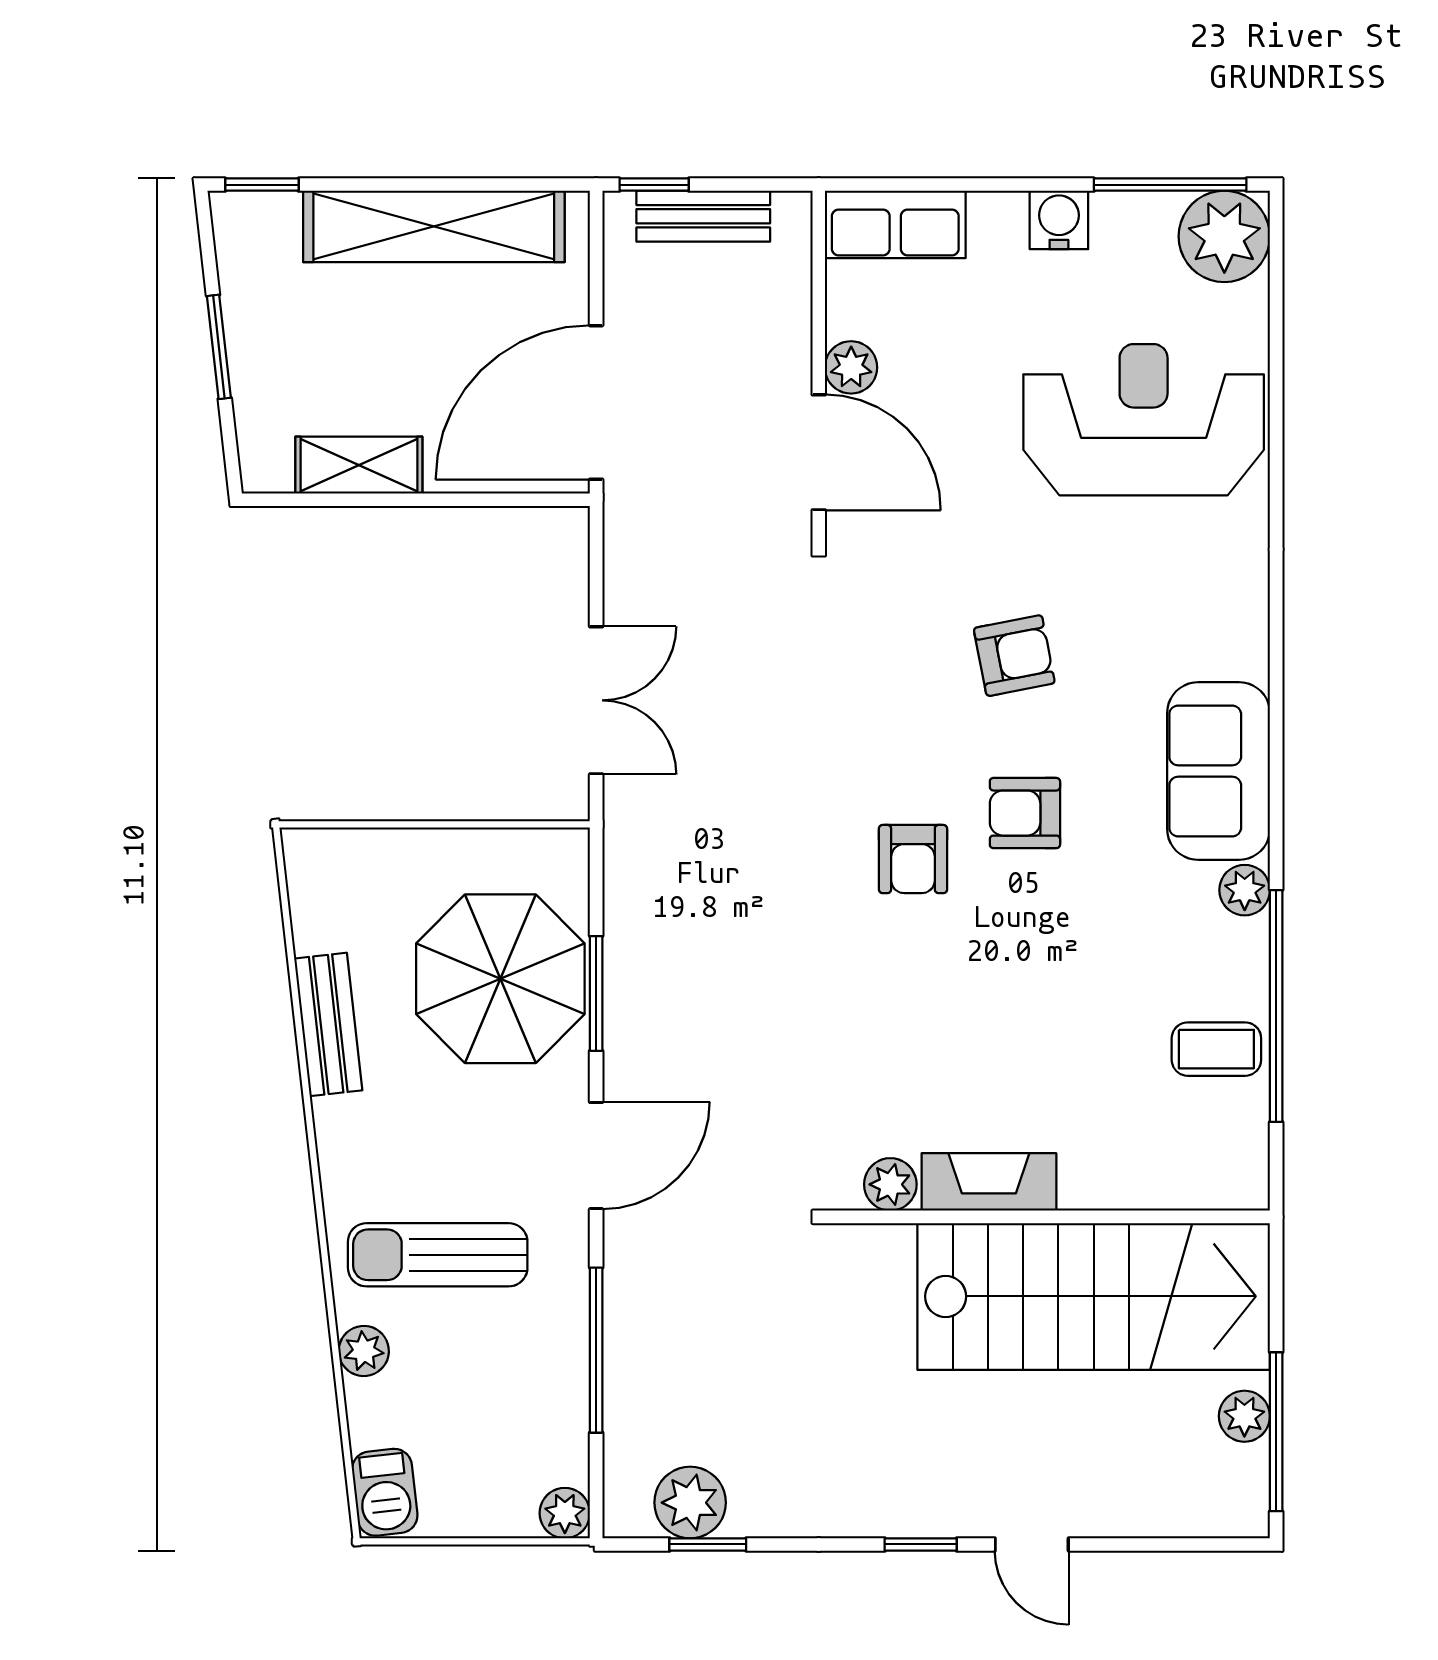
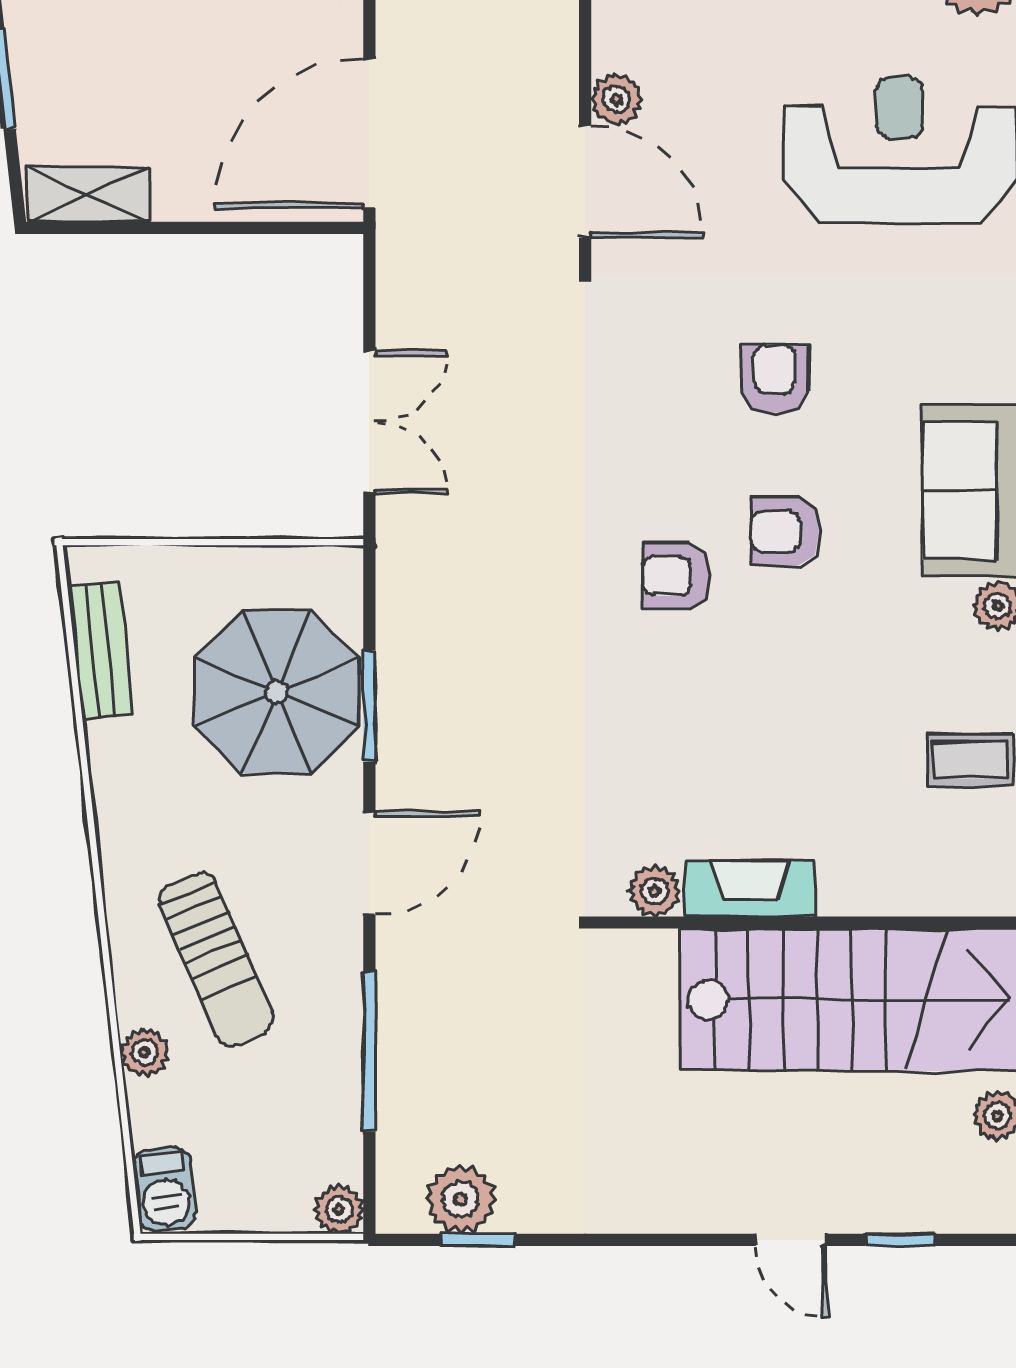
shelving: (359, 465) -> (88, 194), moved
armchair: (1014, 656) -> (775, 379), turned -79
armchair: (913, 859) -> (676, 576), turned 90
bench: (328, 1024) -> (100, 650), moved
sun lounger: (438, 1255) -> (216, 959), turned -113
window: (921, 1544) -> (900, 1240), moved

